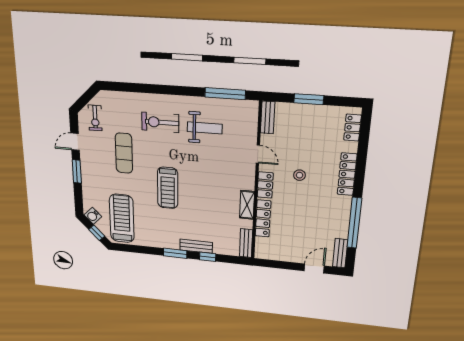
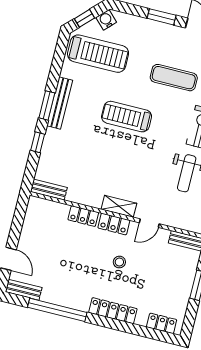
shelving: (247, 205) -> (119, 206), moved
locker: (263, 218) -> (83, 216), width x0.66
bench: (196, 246) -> (60, 103), moved, width x1.36

